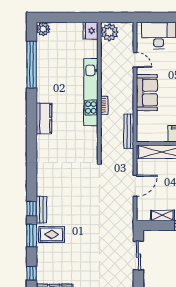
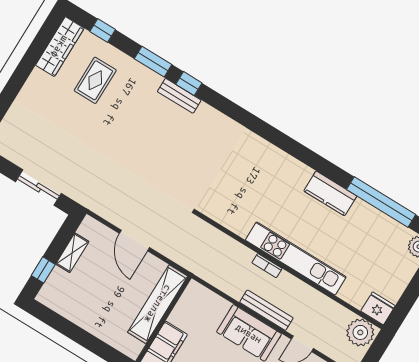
kitchen counter: (44, 119) -> (330, 193), moved
bench: (129, 131) -> (266, 310), moved
rug: (52, 234) -> (95, 80), moved

